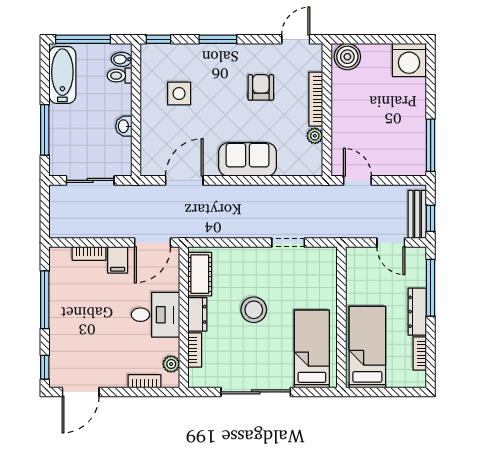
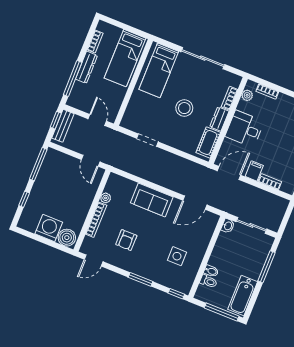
bidet: (122, 59) -> (211, 271), moved
washing machine: (409, 60) -> (49, 228), moved
window: (431, 87) -> (24, 199), added
washbasin: (124, 126) -> (228, 226), moved
door: (391, 243) -> (97, 120), moved

